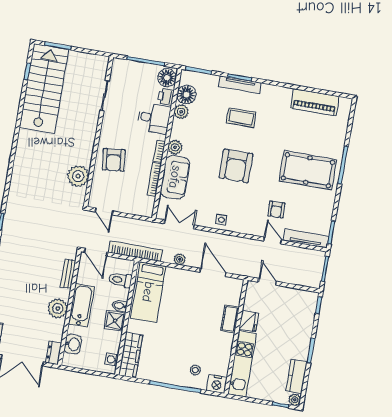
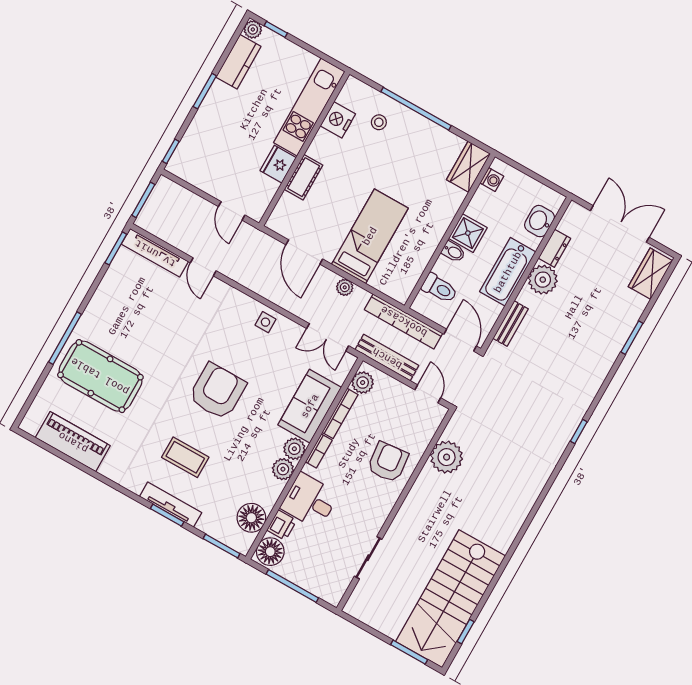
plant: (181, 112) -> (283, 469), moved
pool table: (308, 170) -> (100, 376), moved
plant: (147, 204) -> (363, 383), added
armchair: (276, 209) -> (182, 309), removed
bench: (138, 225) -> (387, 358), added
bed: (148, 292) -> (370, 236), moved
dresser: (54, 353) -> (554, 248), moved
wardrobe: (131, 355) -> (468, 167), width x0.67
nightstand: (217, 384) -> (338, 120), moved, turned -90

